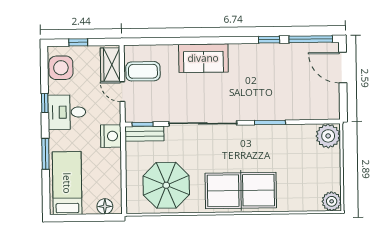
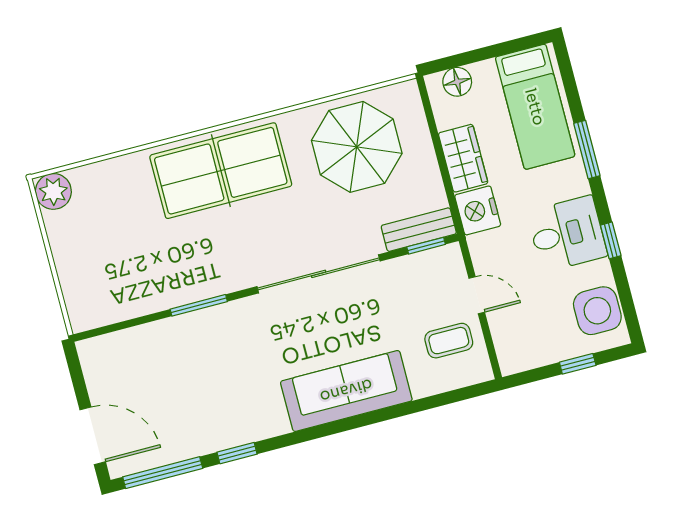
sofa: (203, 58) -> (346, 391), width x1.36
wardrobe: (110, 65) -> (463, 158), moved
coffee table: (143, 71) -> (449, 341), width x0.73, depth x0.77
plant: (328, 136) -> (89, 307), removed

